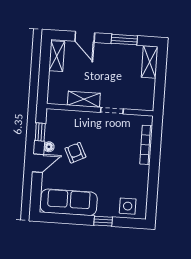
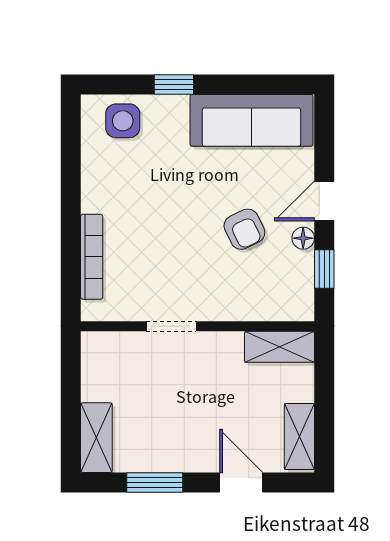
shelving: (84, 99) -> (279, 347), moved

